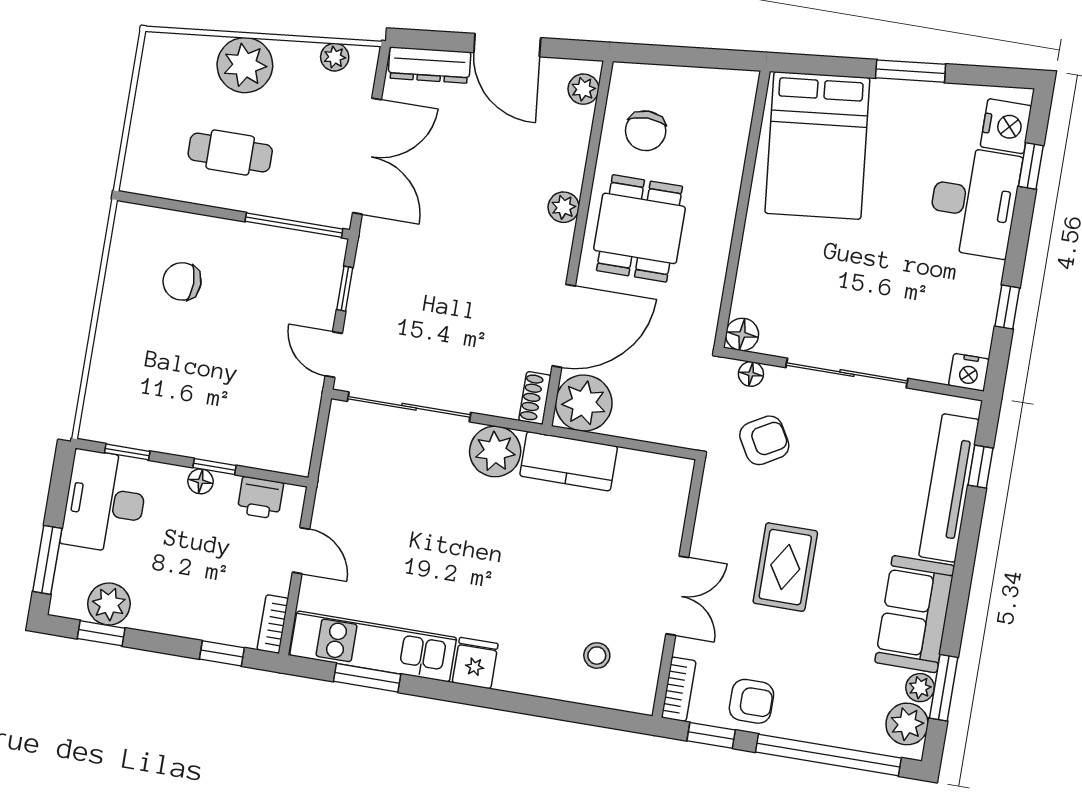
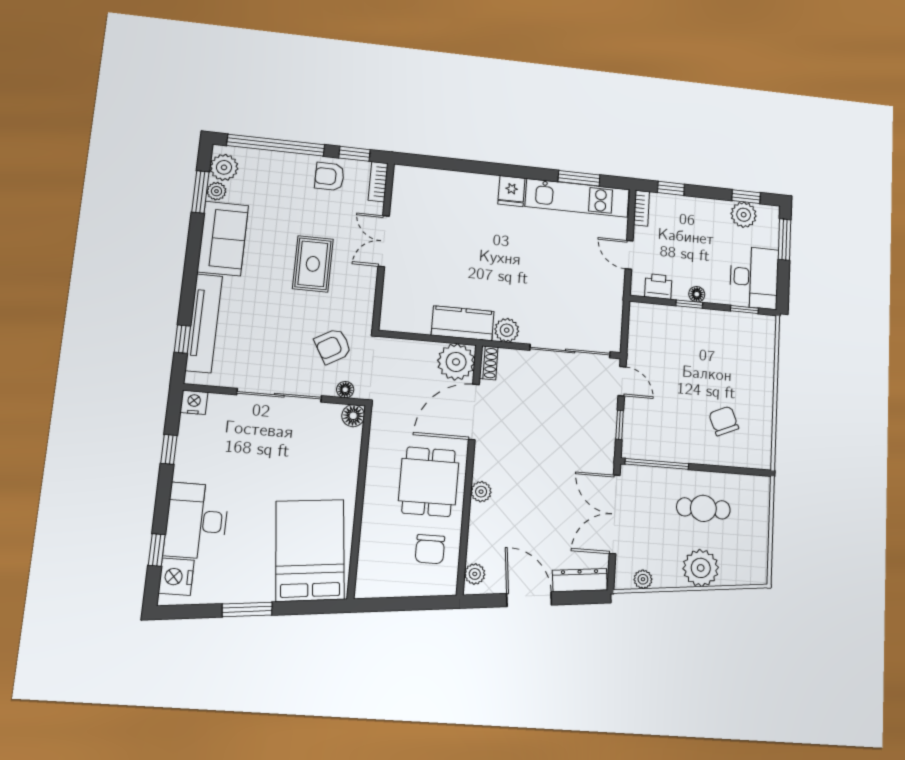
chair: (646, 131) -> (430, 549), turned 180
chair: (182, 281) -> (724, 421), turned -113
plant: (495, 451) -> (507, 330), width x0.73, depth x0.73
stool: (597, 656) -> (433, 200), removed

